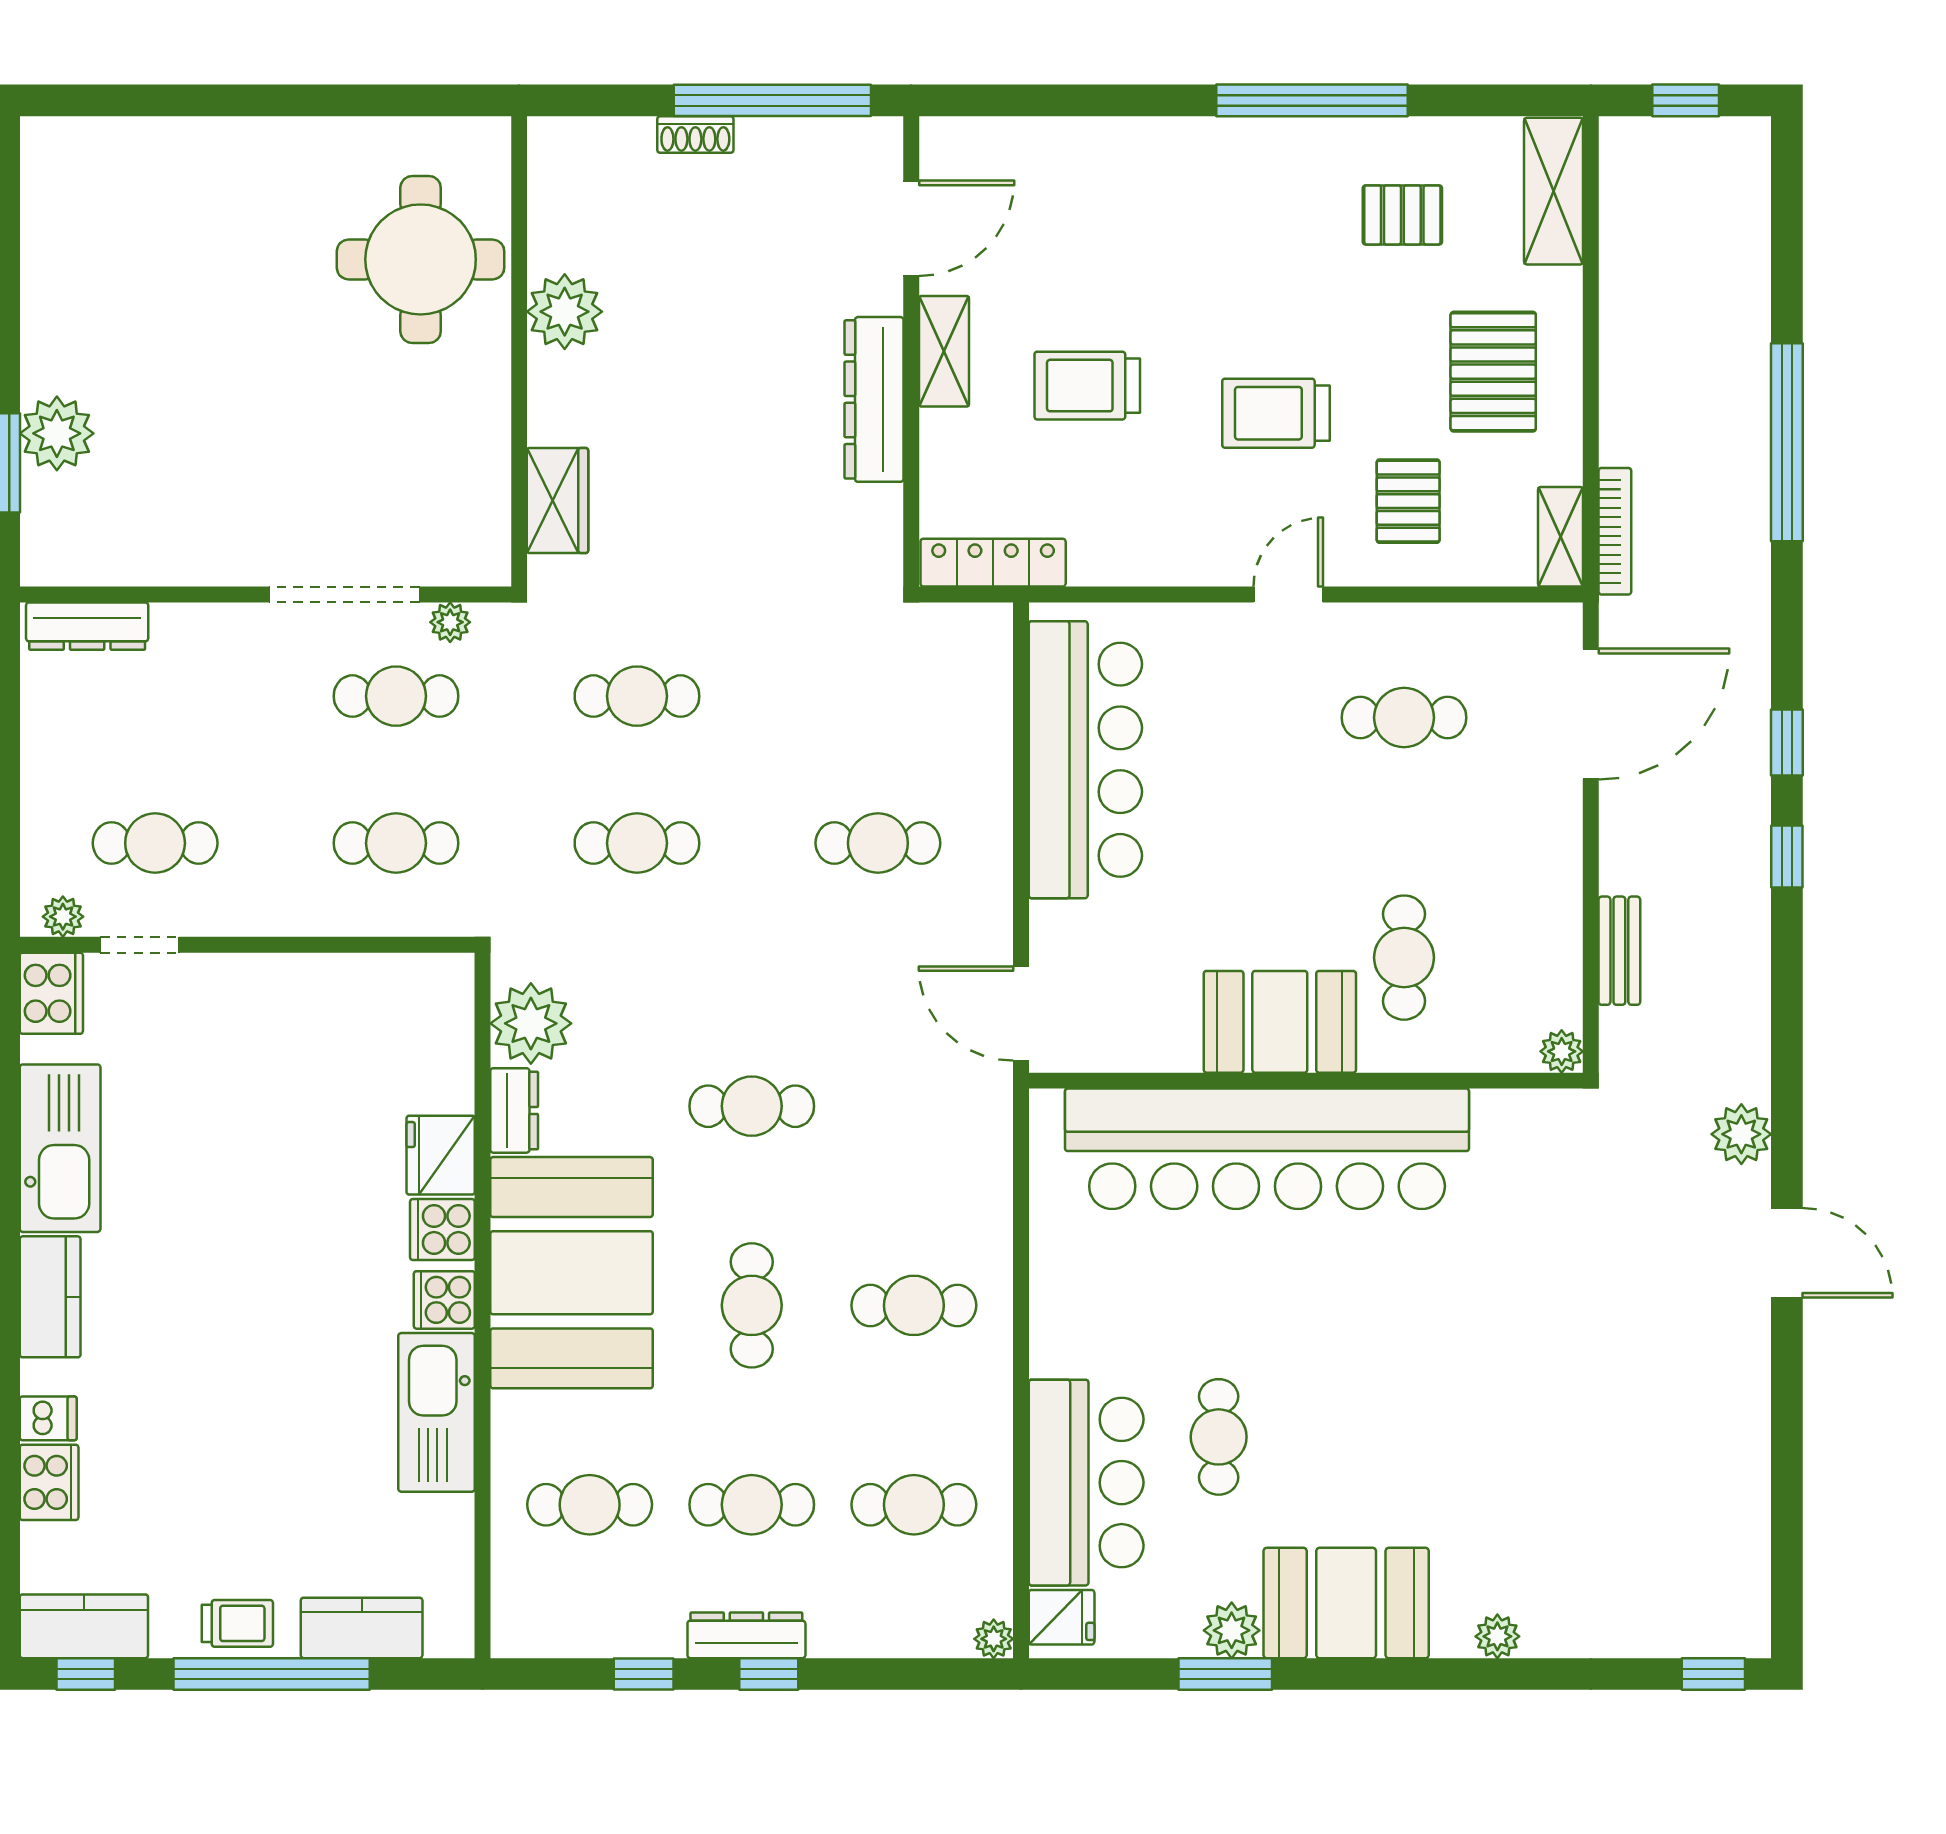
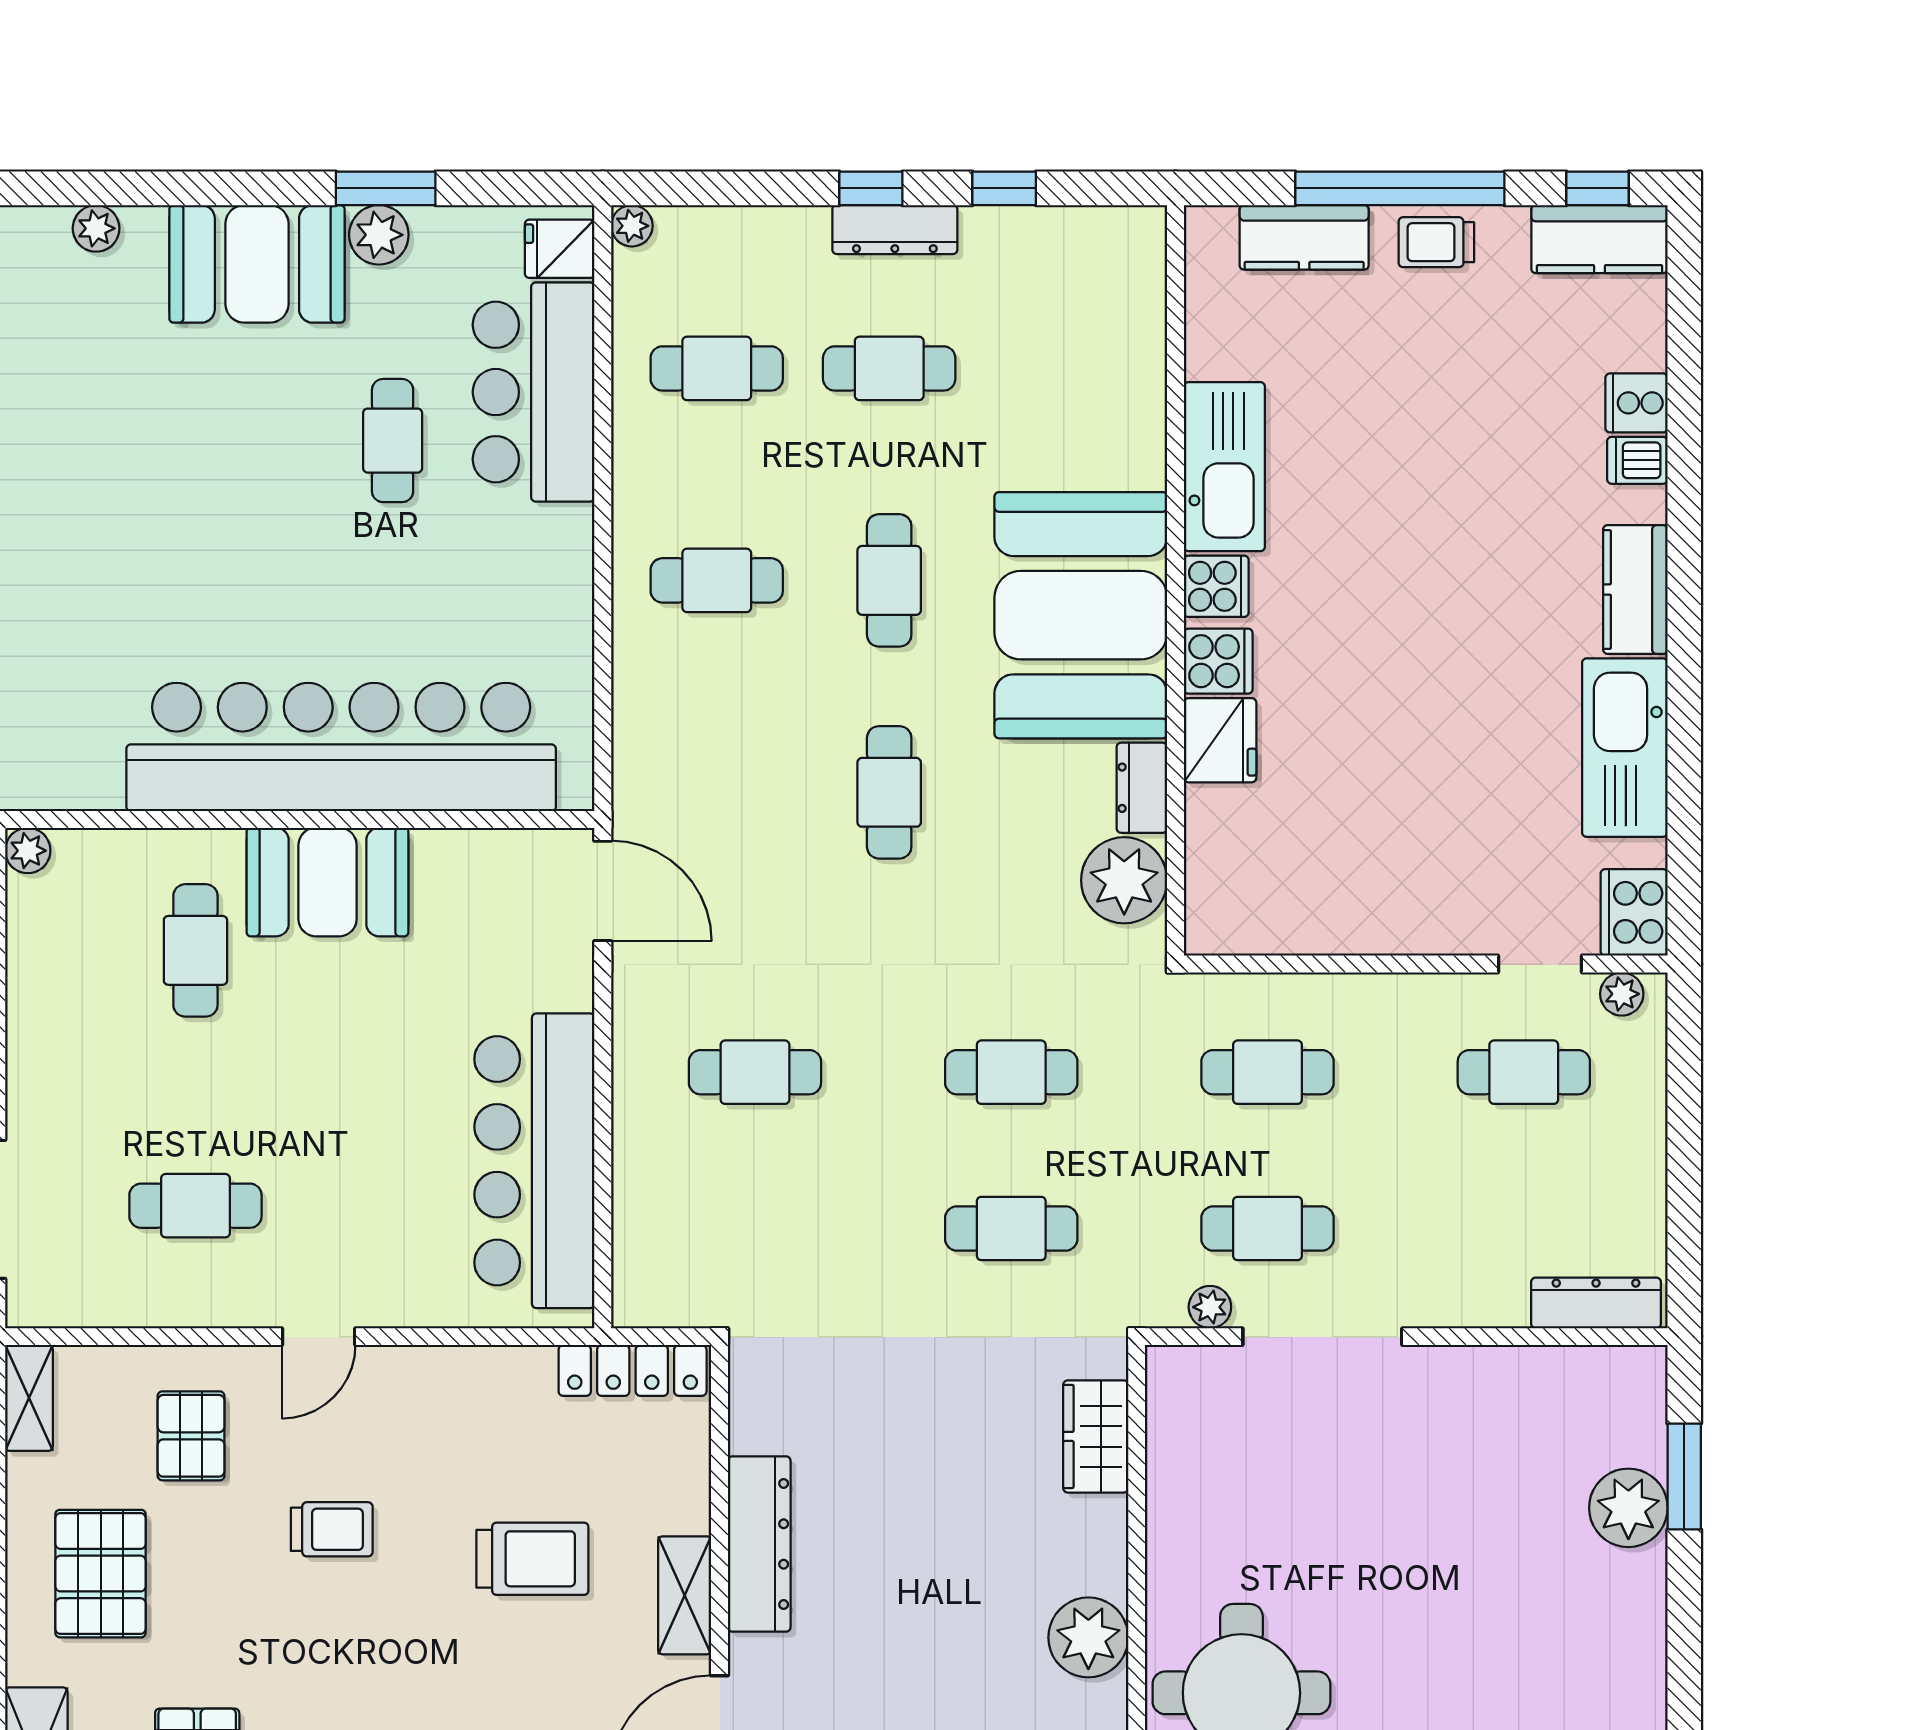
trolley: (1276, 413) -> (332, 1529), width x0.73, depth x0.72
cafe table: (752, 1106) -> (889, 792), turned 90
cooker: (49, 1482) -> (1637, 403), width x0.73
cafe table: (590, 1505) -> (1062, 368), removed

